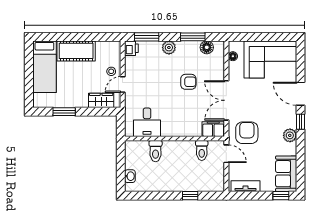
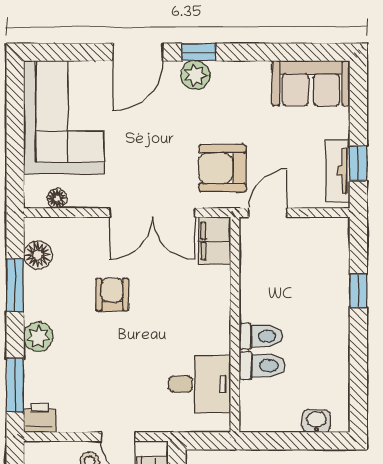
plant: (290, 135) -> (195, 75), moved
toilet: (202, 151) -> (261, 336), moved
window: (281, 196) -> (358, 164), moved

